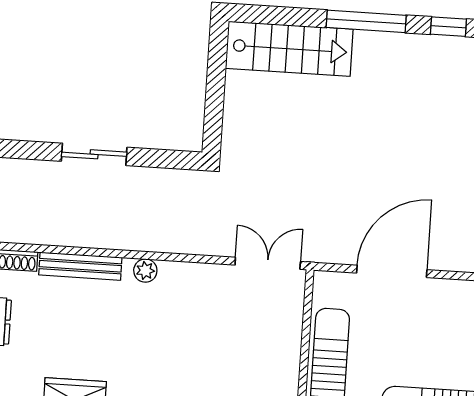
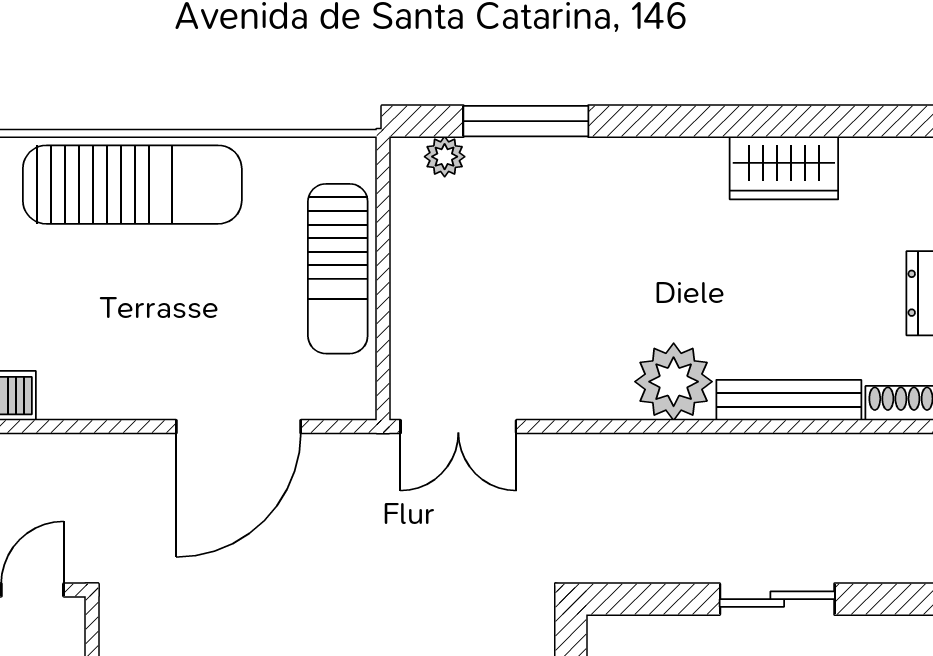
plant: (145, 271) -> (674, 382), width x1.88, depth x1.88

